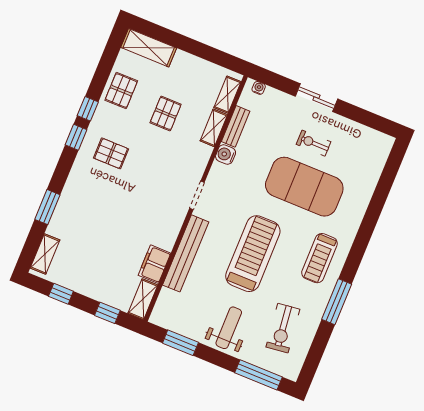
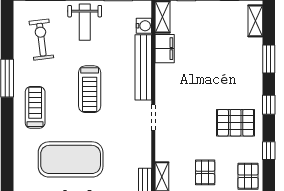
window: (76, 137) -> (269, 105), moved
pallet: (111, 153) -> (236, 123), width x1.50, depth x1.42
water cooler: (226, 154) -> (144, 26), moved
treadmill: (253, 254) -> (90, 89), width x0.73, depth x0.73

